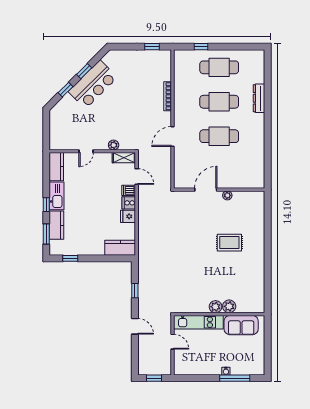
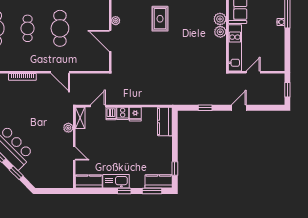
cafe table: (219, 102) -> (28, 28), width x0.73, depth x0.74
kitchen counter: (56, 225) -> (159, 181), moved

